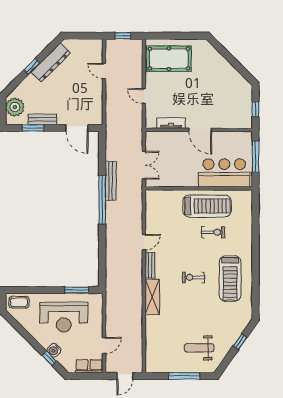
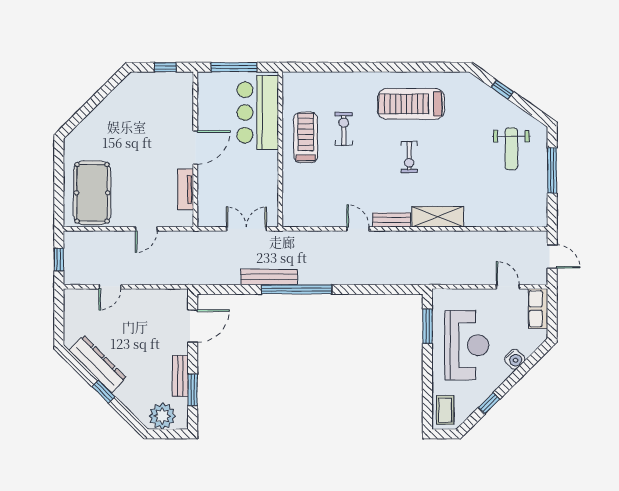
treadmill: (207, 206) -> (306, 138), width x0.73, depth x0.73
treadmill: (230, 279) -> (411, 104), turned 180
window: (49, 358) -> (489, 403), moved

